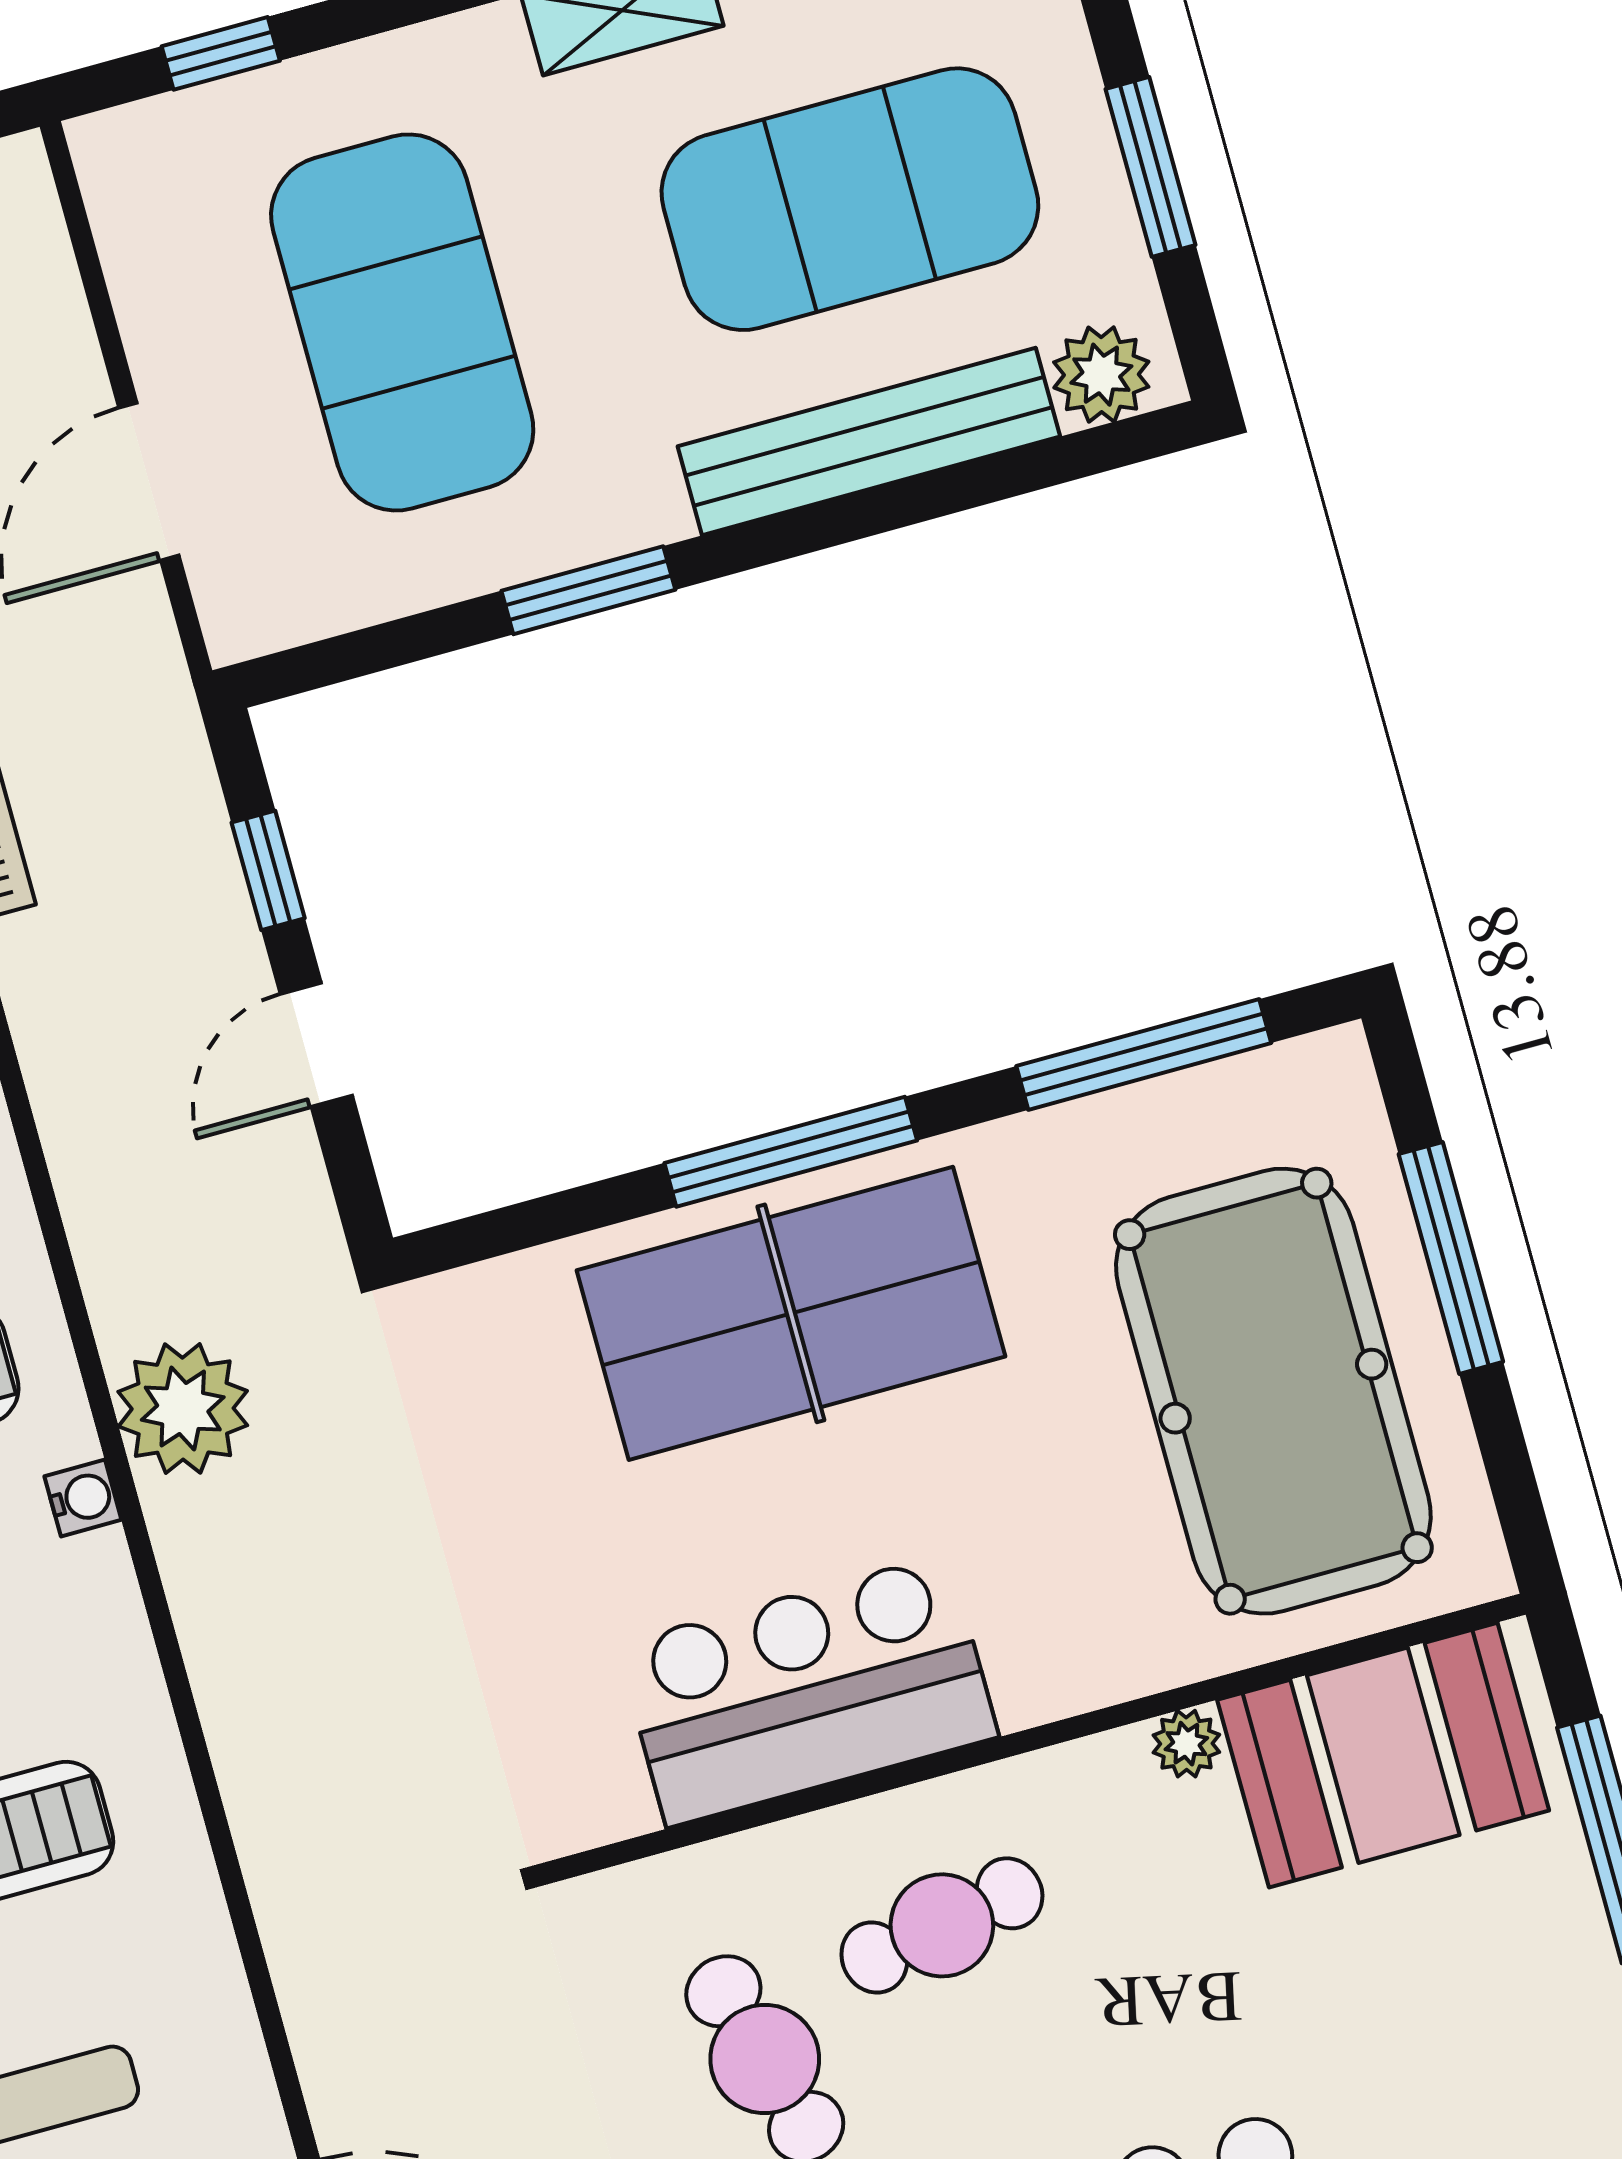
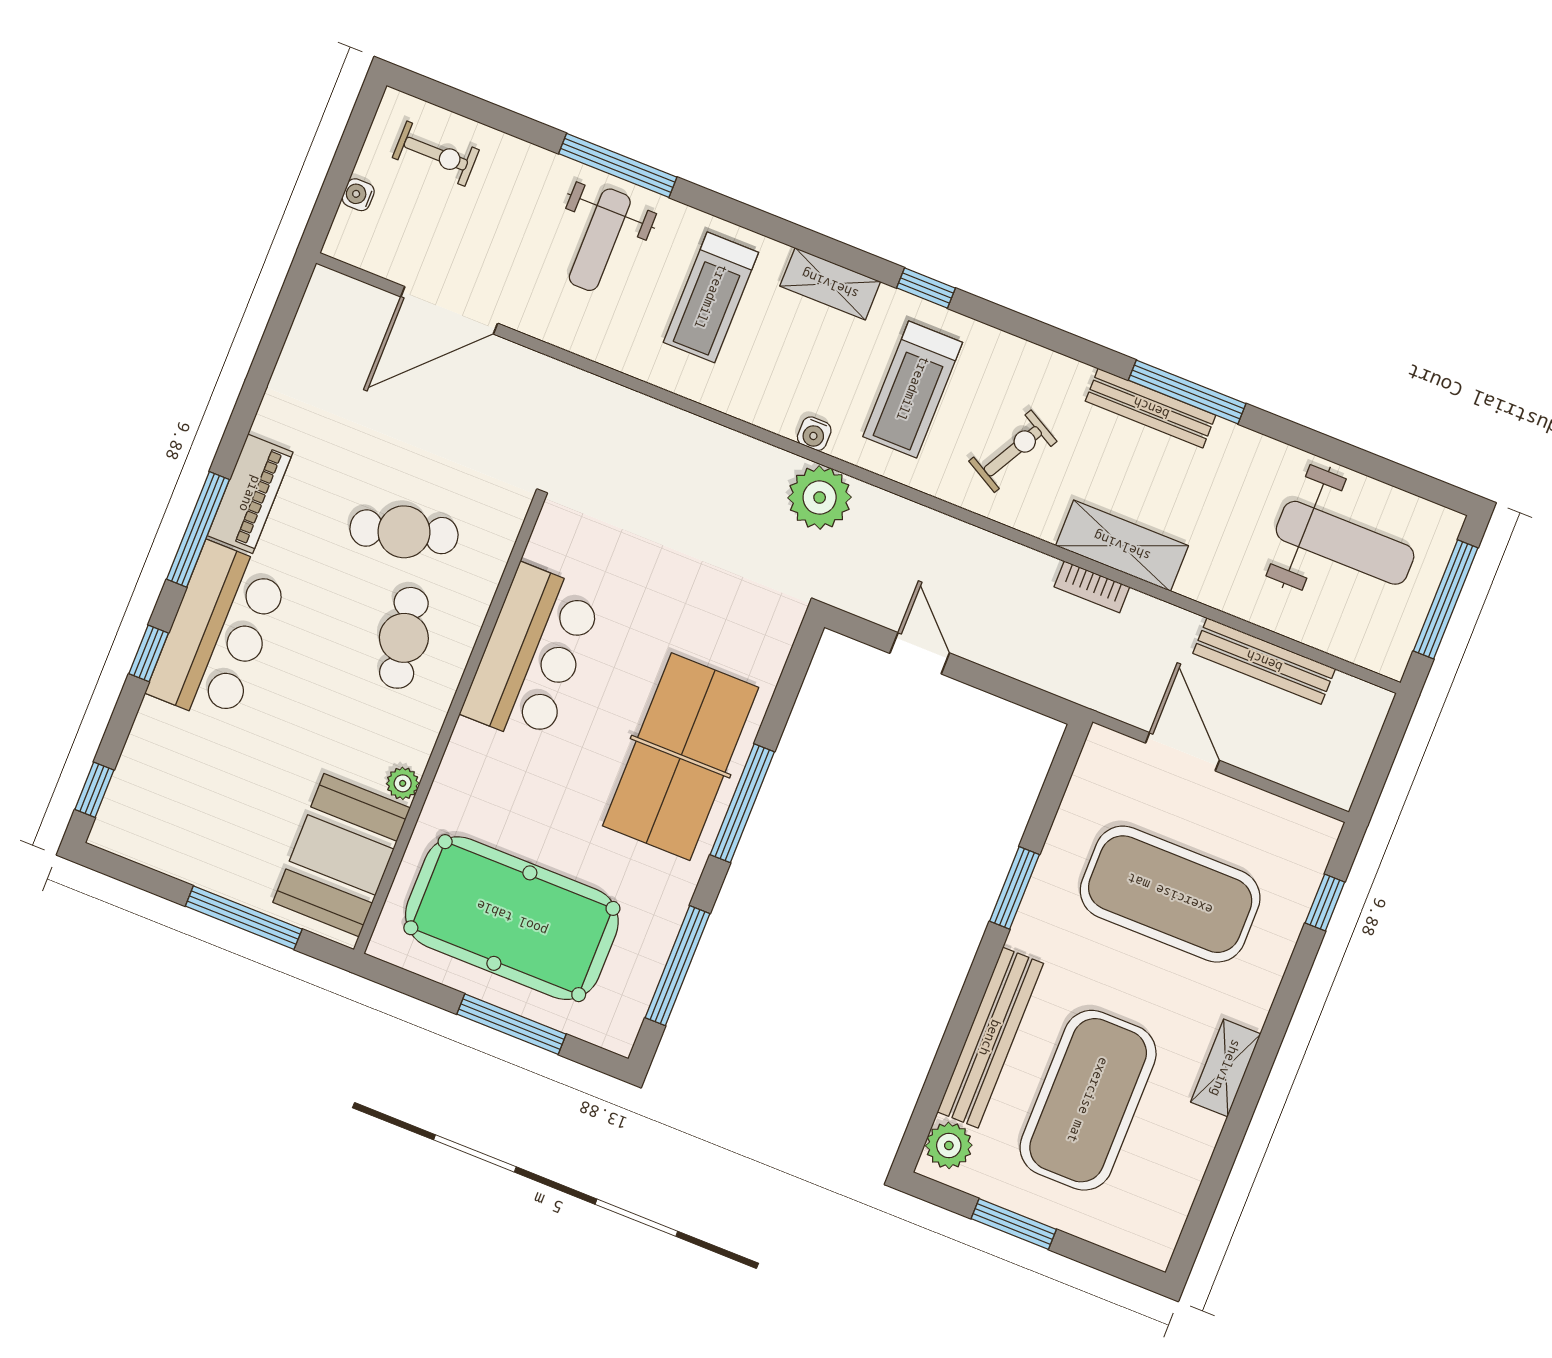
window: (268, 870) -> (1000, 685), removed

